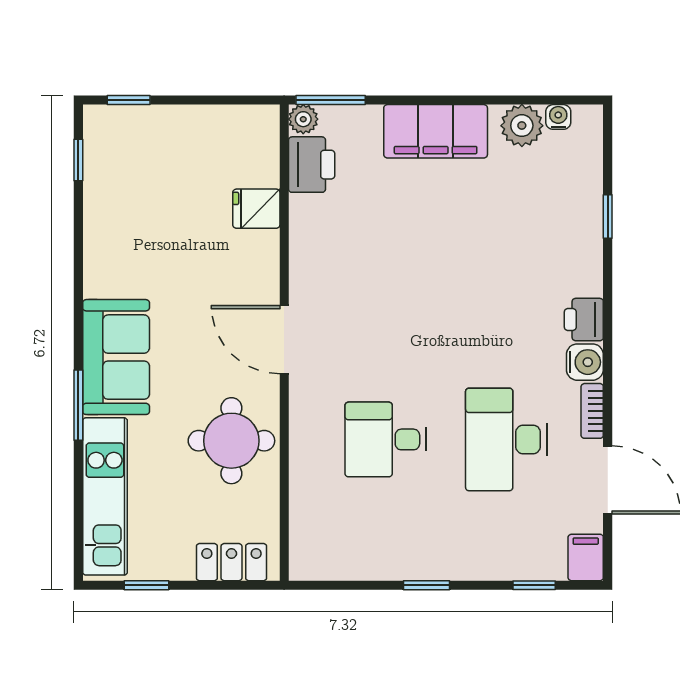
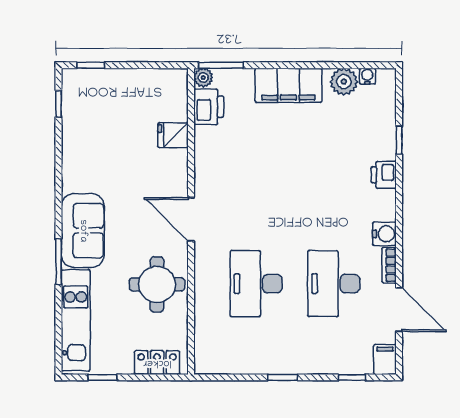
printer: (584, 320) -> (384, 175), moved
desk: (386, 439) -> (256, 284), width x1.37

